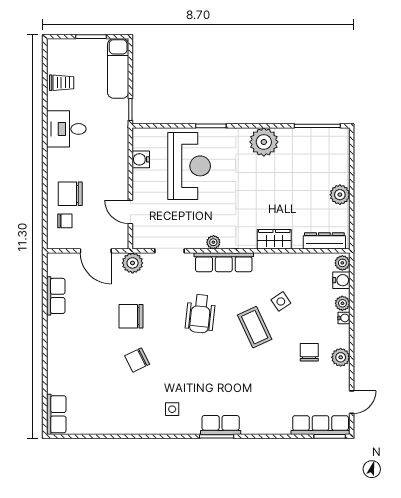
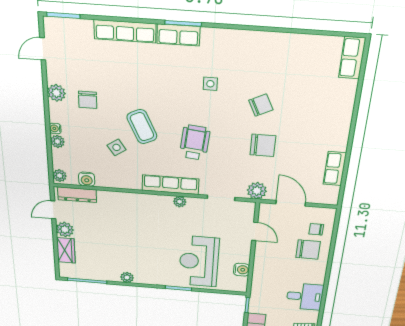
plant: (264, 142) -> (127, 277), width x0.53, depth x0.53
door: (352, 219) -> (53, 210), added
wardrobe: (274, 239) -> (66, 250), moved, turned -90
water cooler: (341, 280) -> (87, 179), moved, turned -90
side table: (172, 409) -> (210, 84), moved
row of seats: (321, 425) -> (125, 31), moved

